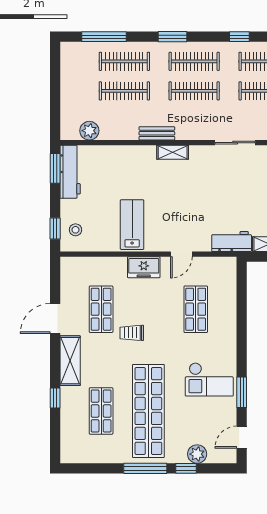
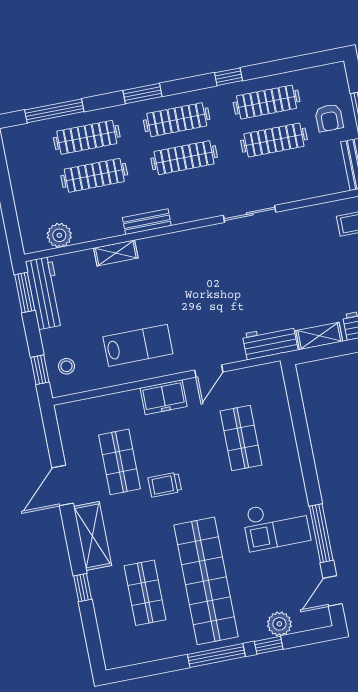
shelving: (173, 152) -> (116, 253), moved
lab bench: (132, 225) -> (138, 345), turned 90
window: (242, 392) -> (321, 533), width x1.44

